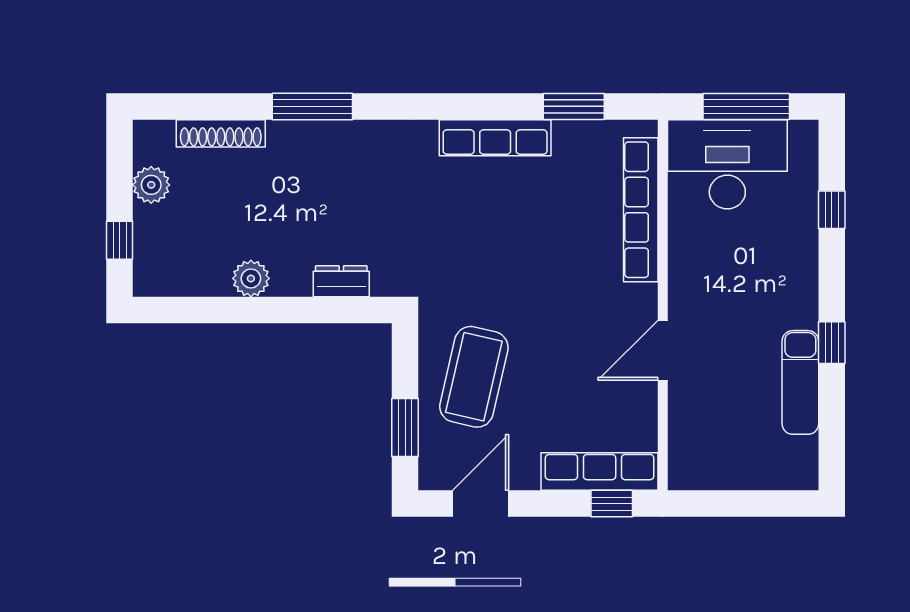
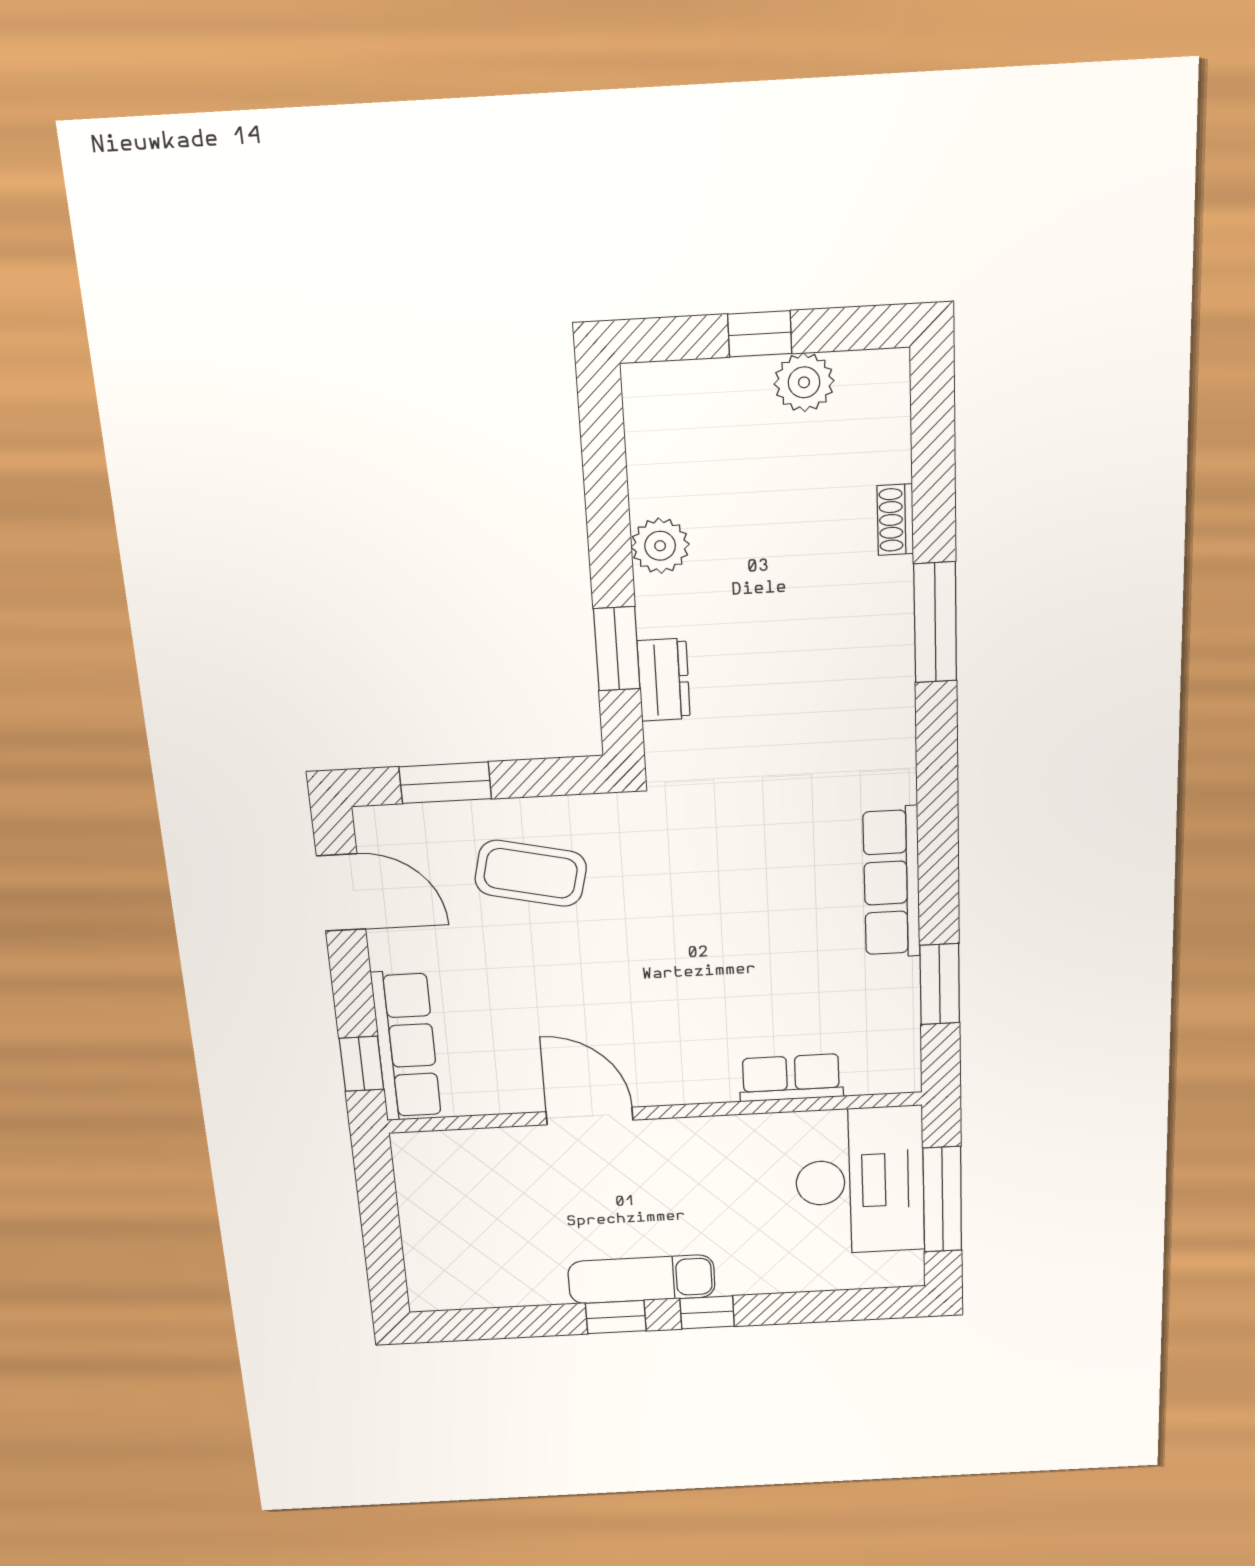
shoe rack: (221, 133) -> (895, 520), width x0.51, depth x0.81
row of seats: (641, 210) -> (791, 1078), width x0.50
window: (832, 210) -> (707, 1312), moved
window: (120, 240) -> (760, 334), moved
window: (318, 310) -> (617, 649), added
coffee table: (474, 377) -> (531, 873), width x0.73, depth x0.76
exam couch: (800, 382) -> (642, 1279), moved

